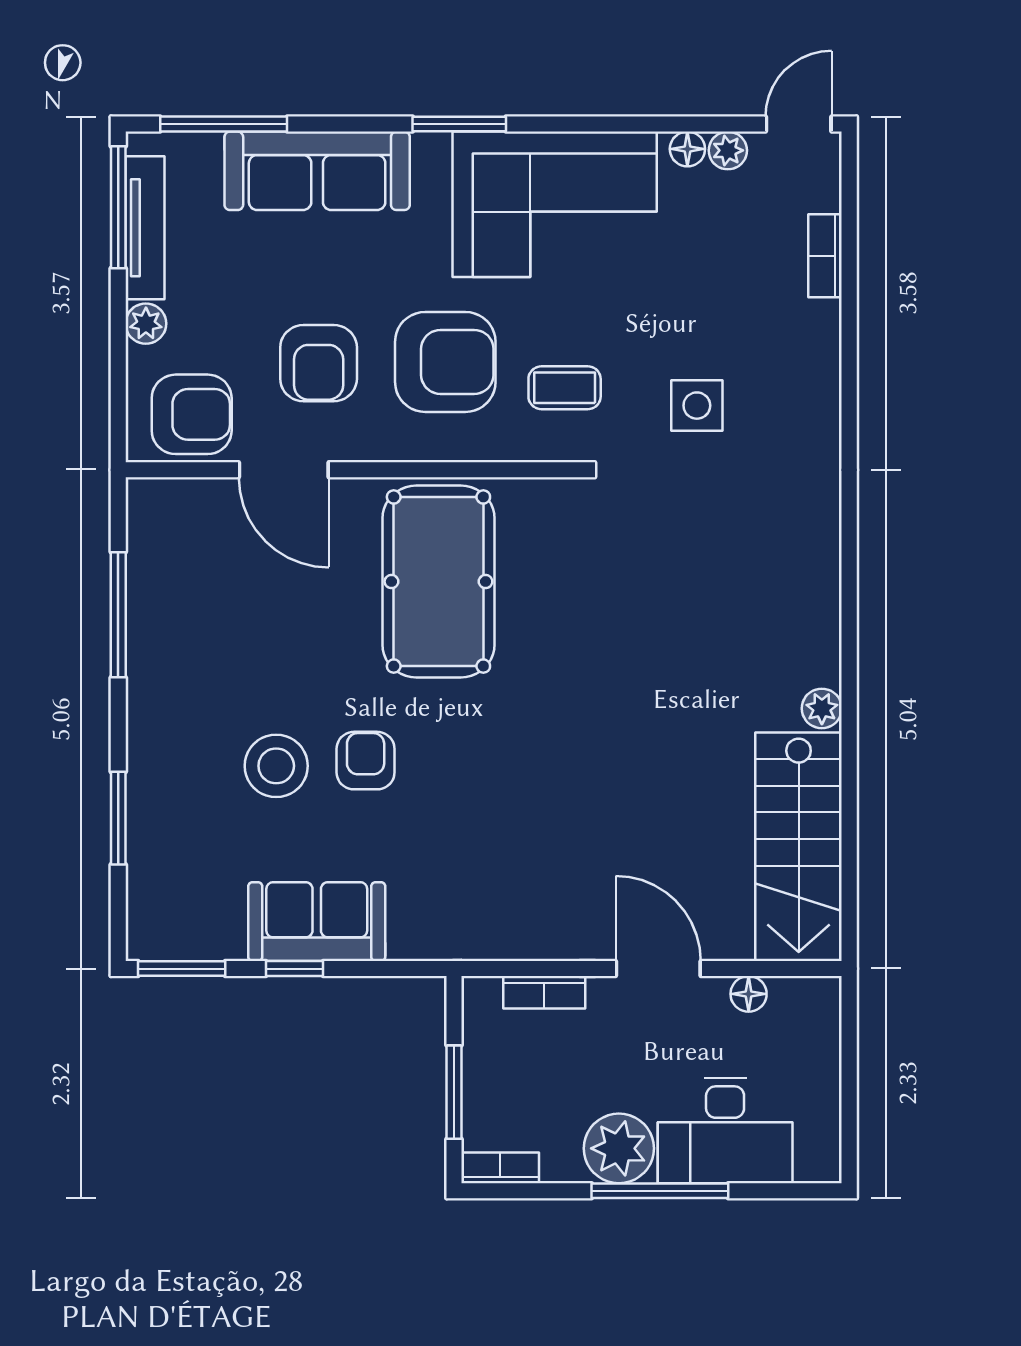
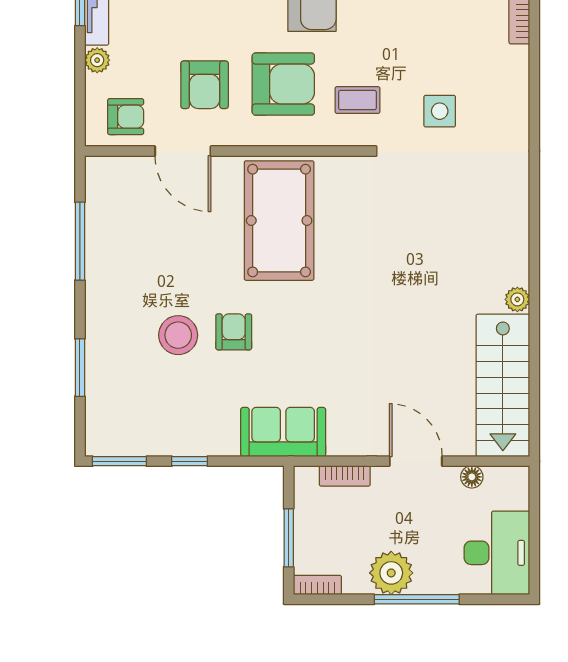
armchair: (192, 414) -> (126, 117), width x0.72, depth x0.72
sofa: (317, 922) -> (283, 432), moved
desk: (725, 1131) -> (497, 553), moved, turned -90

